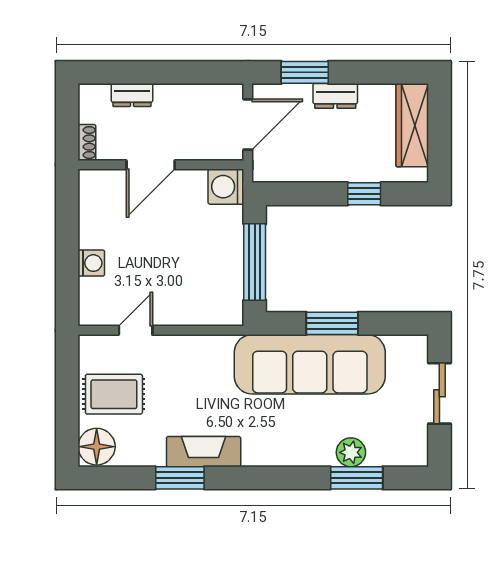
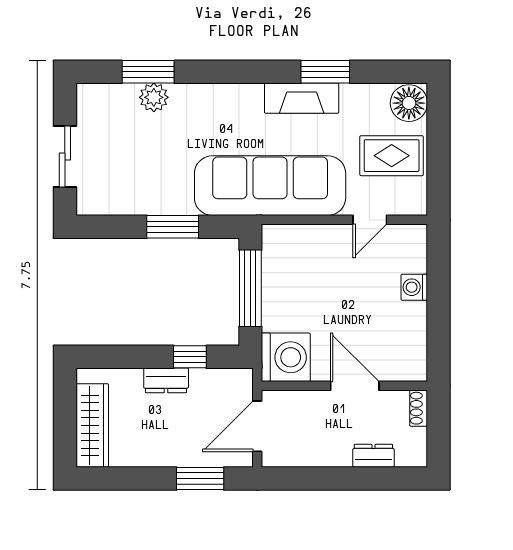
dresser: (335, 96) -> (166, 380), moved, turned 180
door: (151, 165) -> (355, 386), hinge flipped
washing machine: (226, 187) -> (286, 357), width x1.37, depth x1.37
window: (364, 194) -> (190, 357), moved
sofa: (310, 364) -> (270, 186), moved

